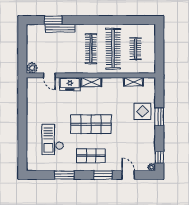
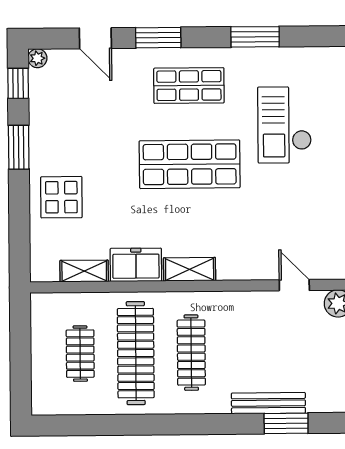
freezer: (70, 84) -> (136, 265), moved
window: (159, 117) -> (19, 147), moved
checkout: (53, 140) -> (285, 125), turned 180

